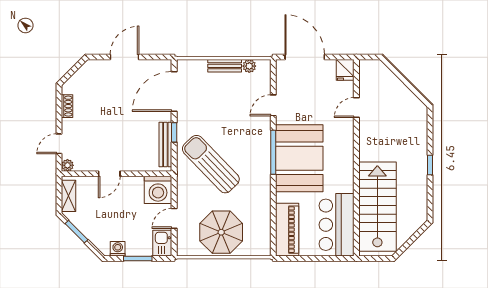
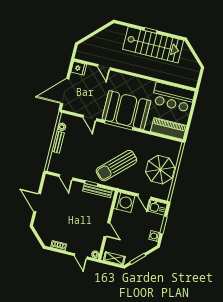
door: (174, 91) -> (66, 177), width x0.53
stairs: (377, 207) -> (153, 45), moved, turned 180

